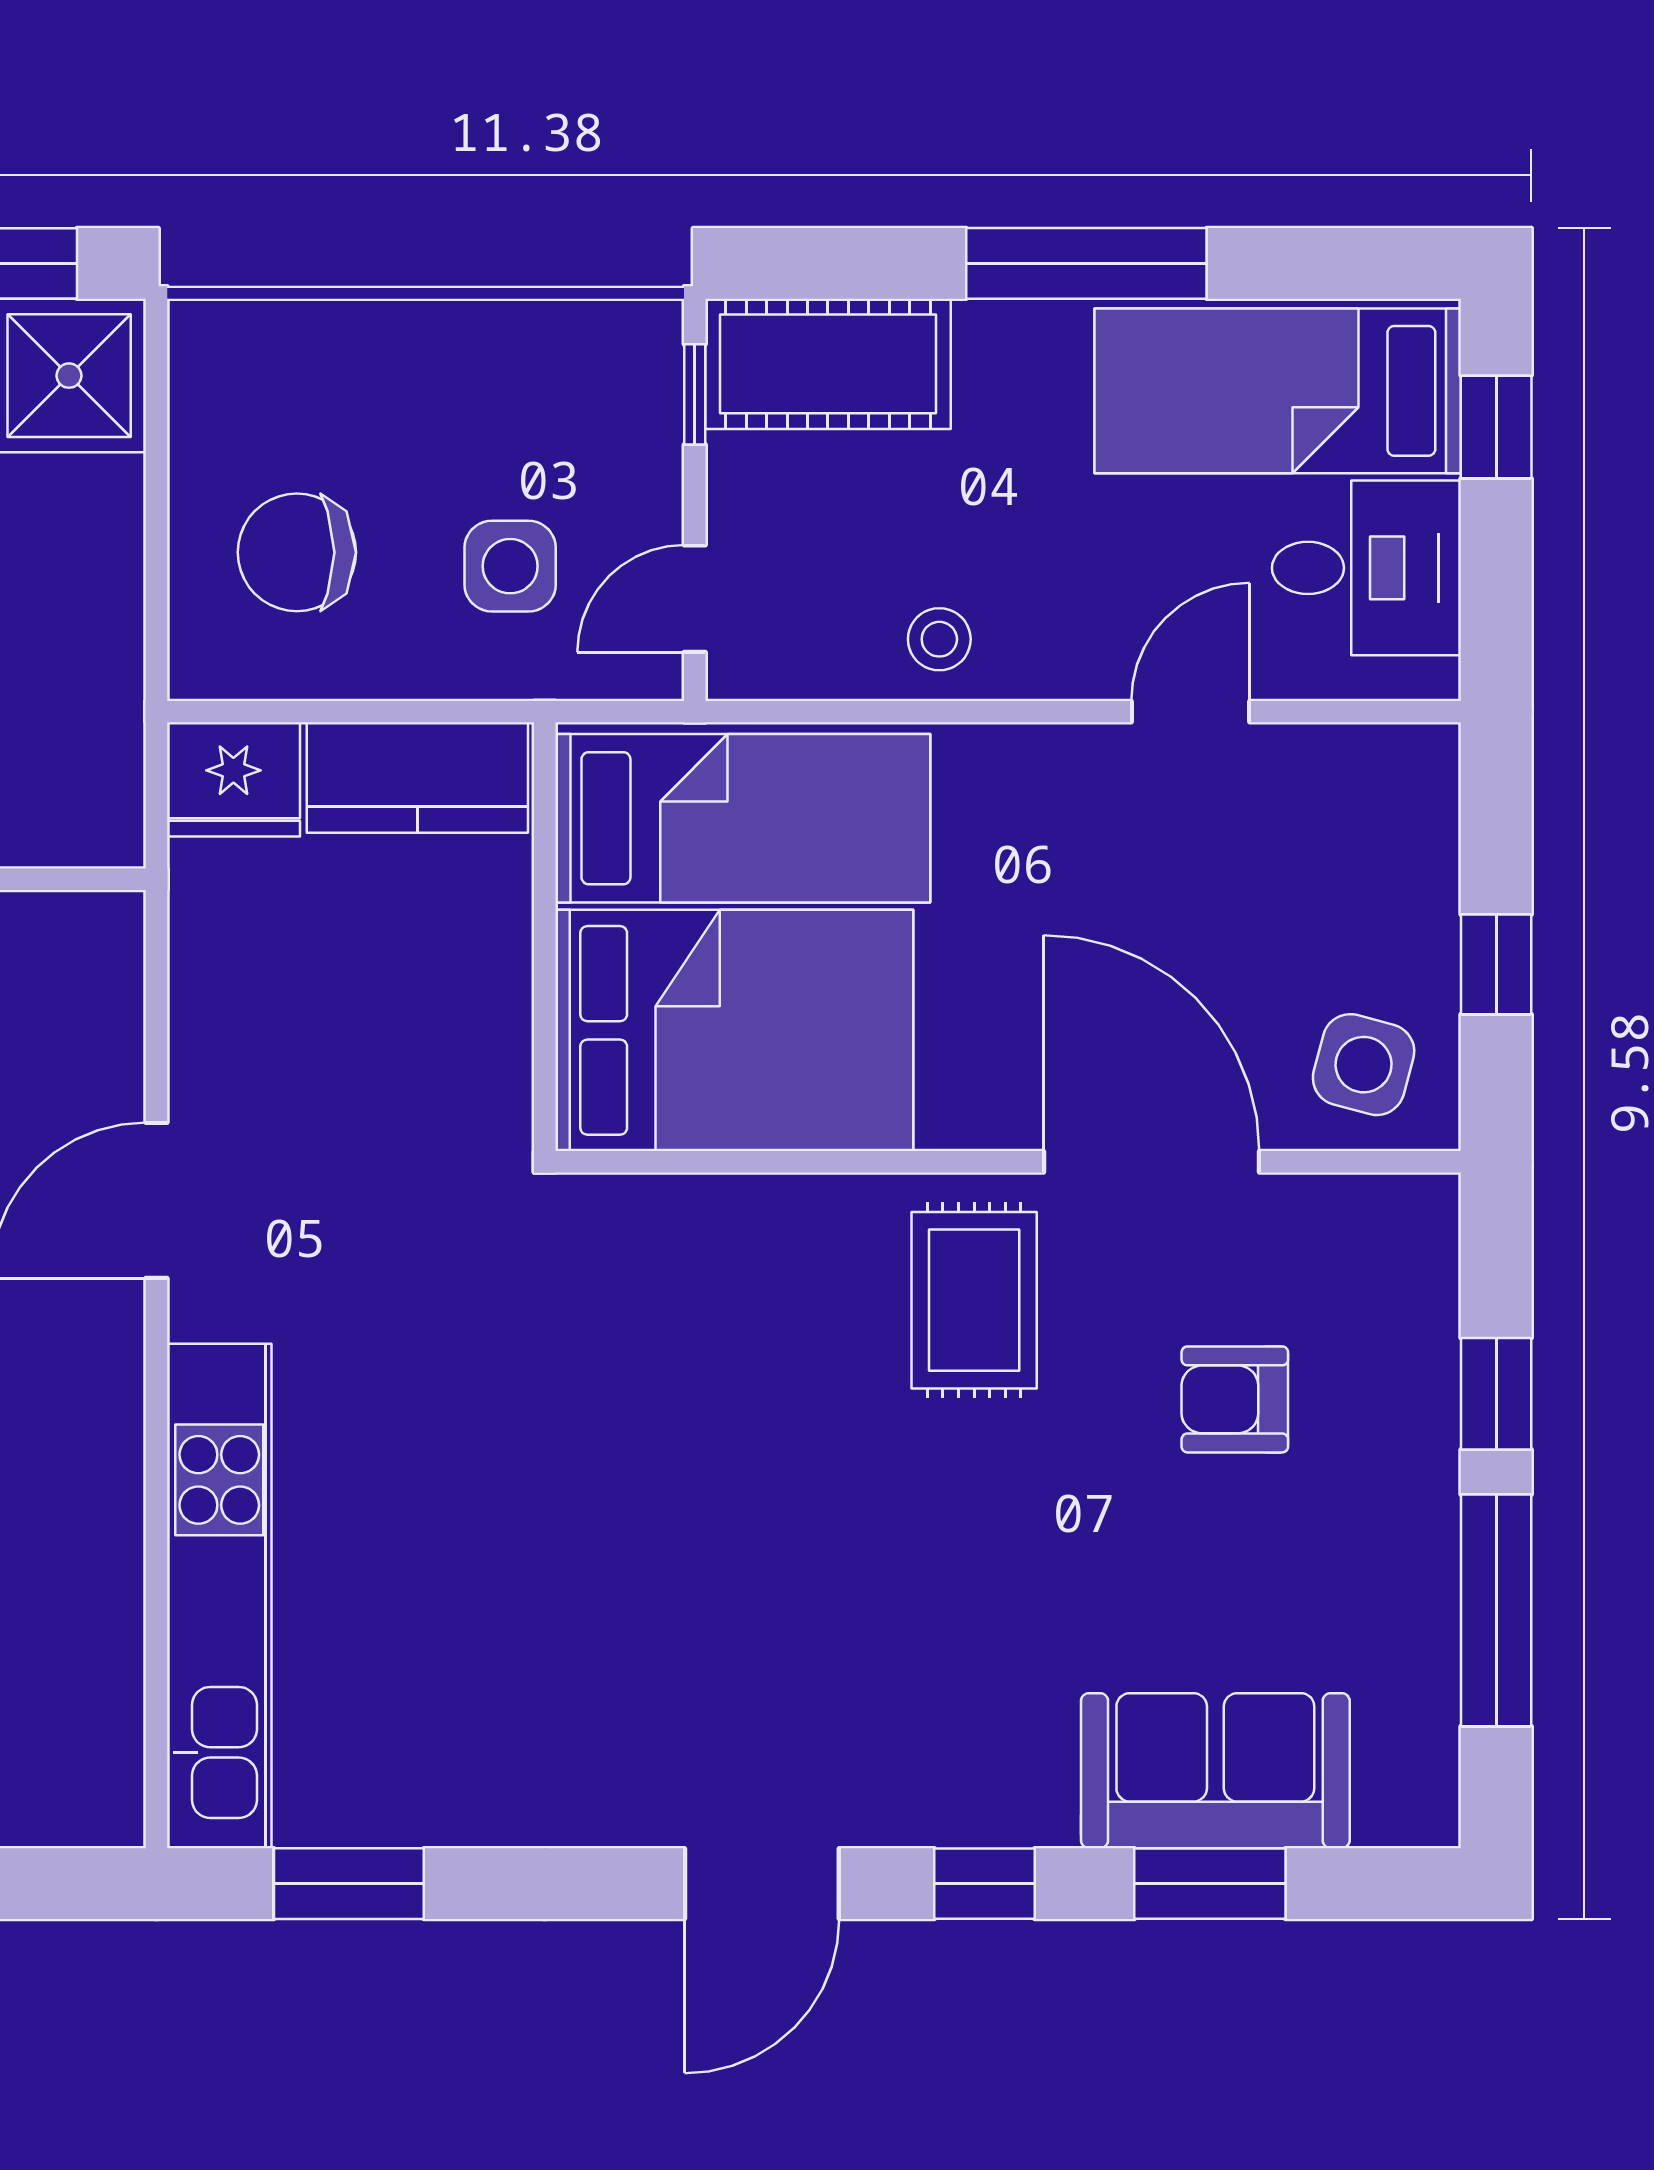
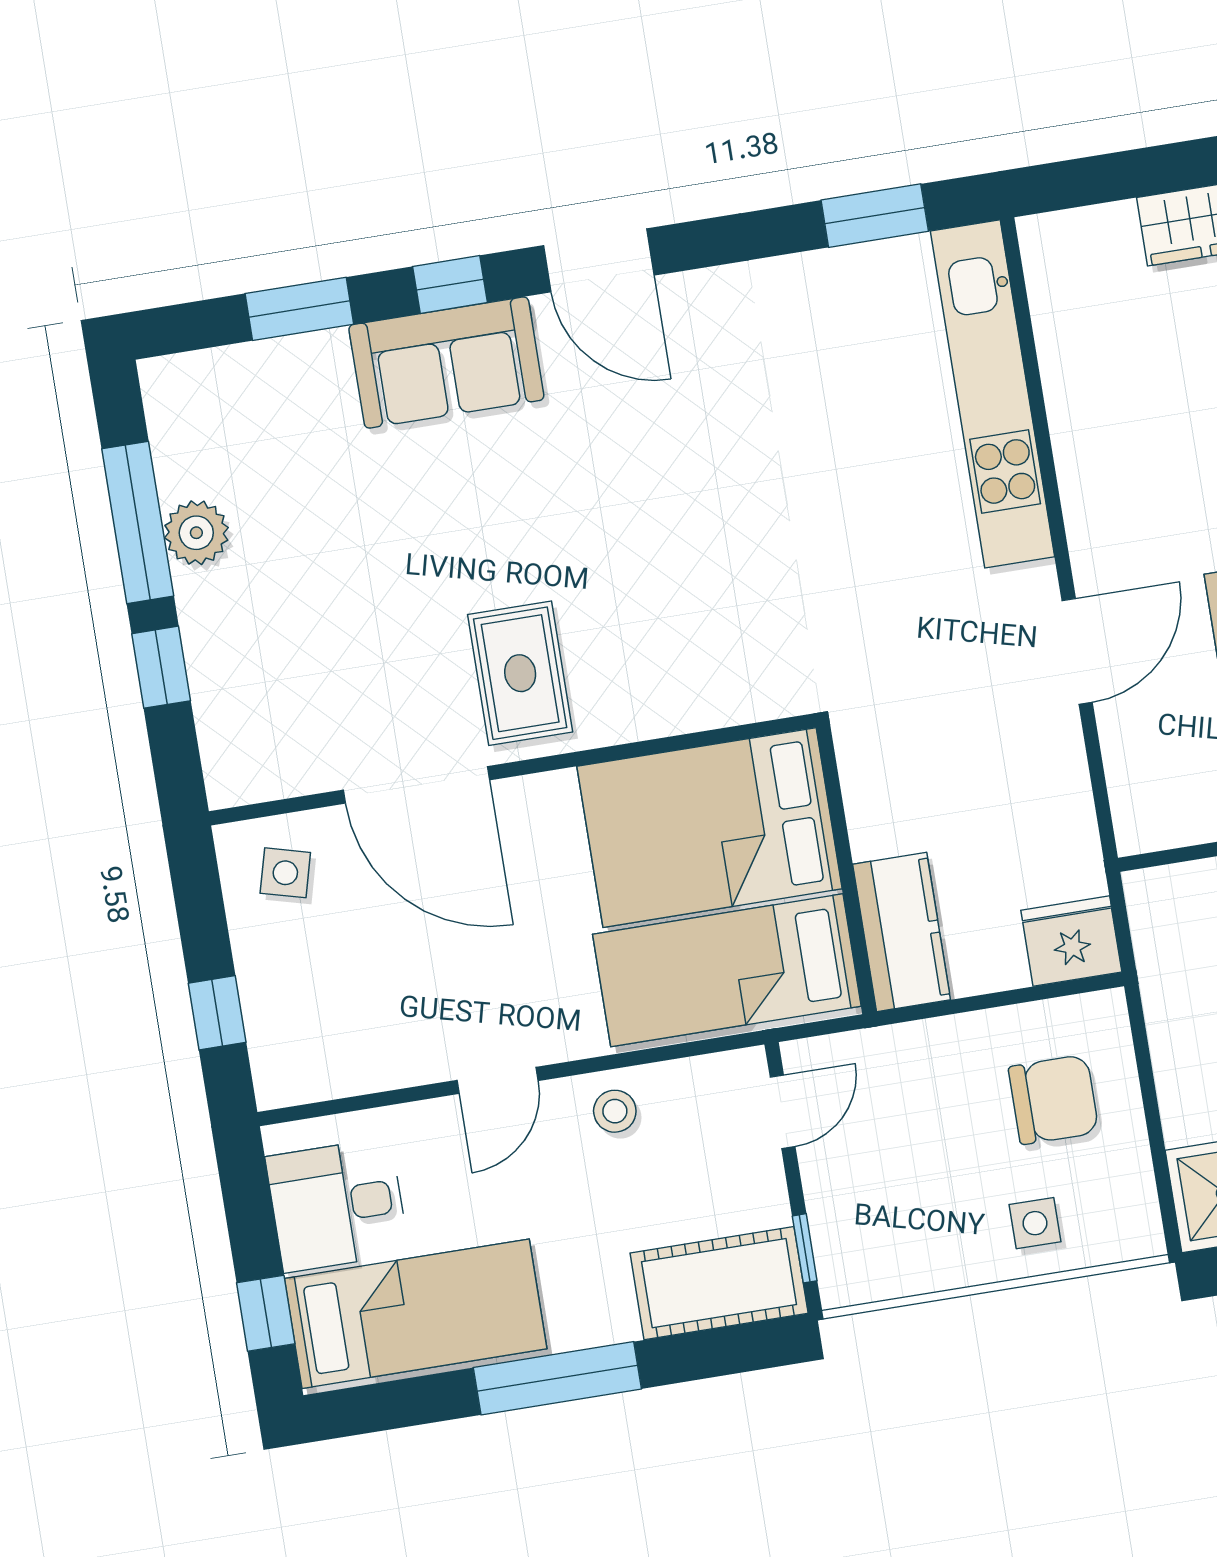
side table: (510, 566) -> (1035, 1223), moved, width x0.73, depth x0.73
door: (1191, 712) -> (498, 1080), moved
kitchen counter: (417, 778) -> (902, 932), moved, turned 90
window: (1496, 964) -> (217, 1013), moved
side table: (1364, 1065) -> (285, 873), width x0.73, depth x0.73
armchair: (1235, 1399) -> (335, 635), removed
plant: (1413, 1582) -> (196, 533), added
sofa: (1215, 1771) -> (446, 363), moved
door: (762, 1884) -> (599, 260), swing flipped

